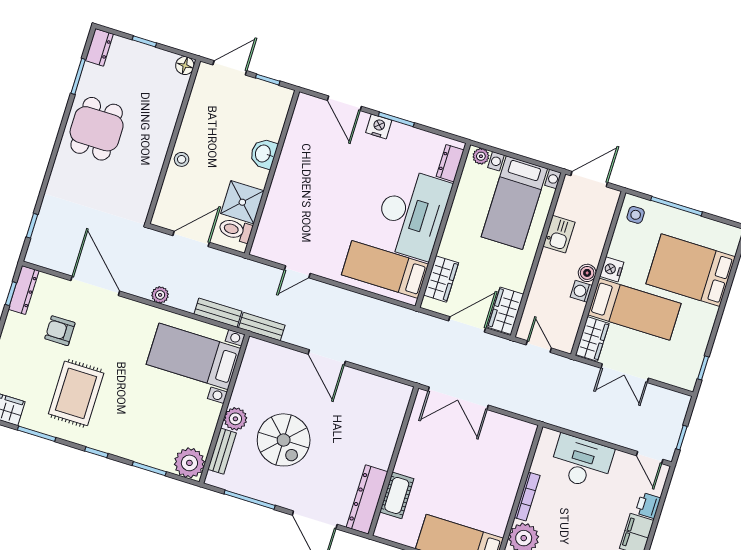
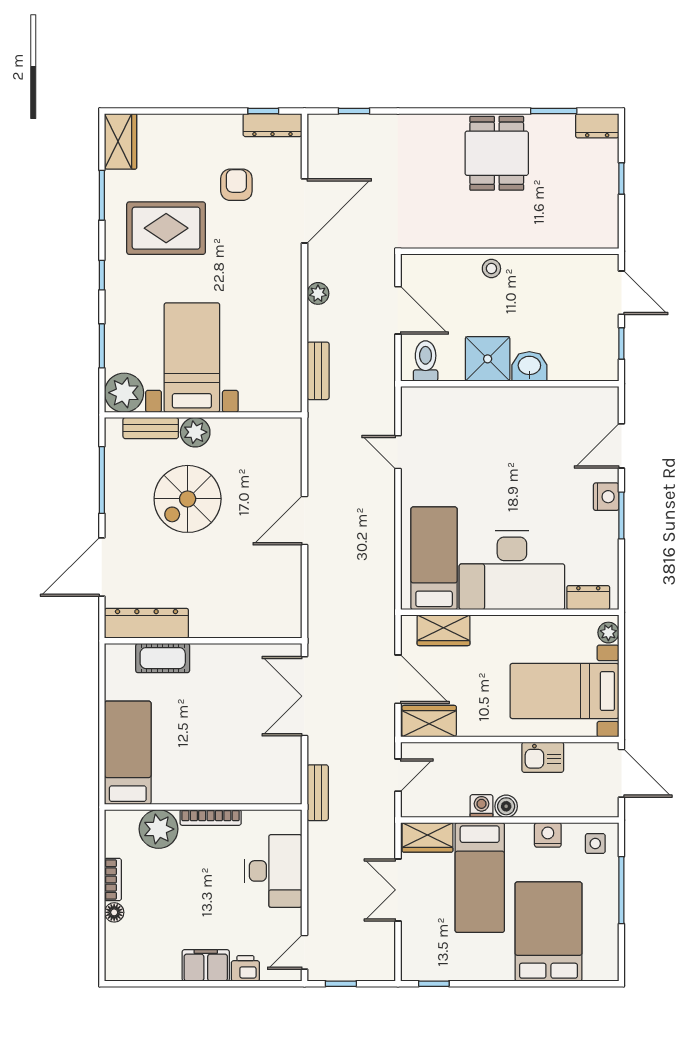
floor lamp: (185, 66) -> (607, 237), removed
dining table: (97, 129) -> (497, 153), turned 90
shower: (242, 202) -> (488, 359), moved
nightstand: (612, 269) -> (548, 835), moved
bench: (262, 327) -> (318, 793), moved
bed with nightstands: (194, 356) -> (192, 358), moved

